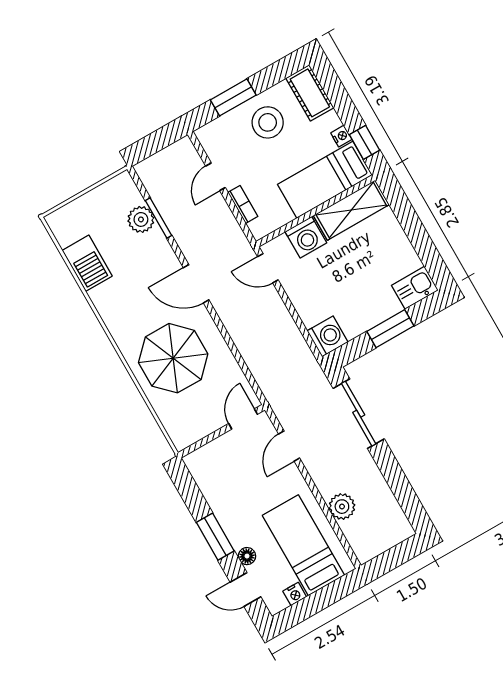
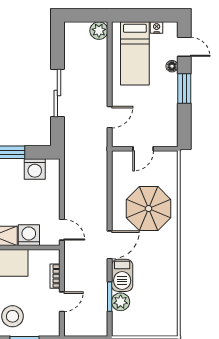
barbecue: (87, 263) -> (122, 275), moved, turned 180
door: (196, 284) -> (110, 245), hinge flipped
washing machine: (328, 336) -> (35, 169), moved, turned -90
sliding door: (359, 414) -> (57, 93), moved
door: (243, 419) -> (143, 149), moved
plant: (342, 507) -> (99, 31), moved

